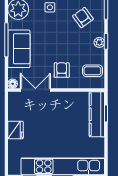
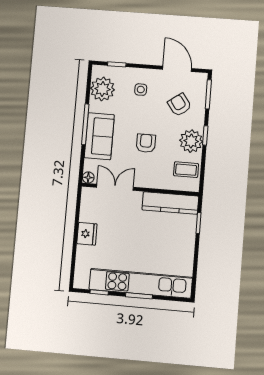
plant: (99, 42) -> (191, 141), width x1.87, depth x1.87
armchair: (62, 70) -> (146, 143), moved
kitchen counter: (97, 114) -> (170, 203), moved, turned -90

